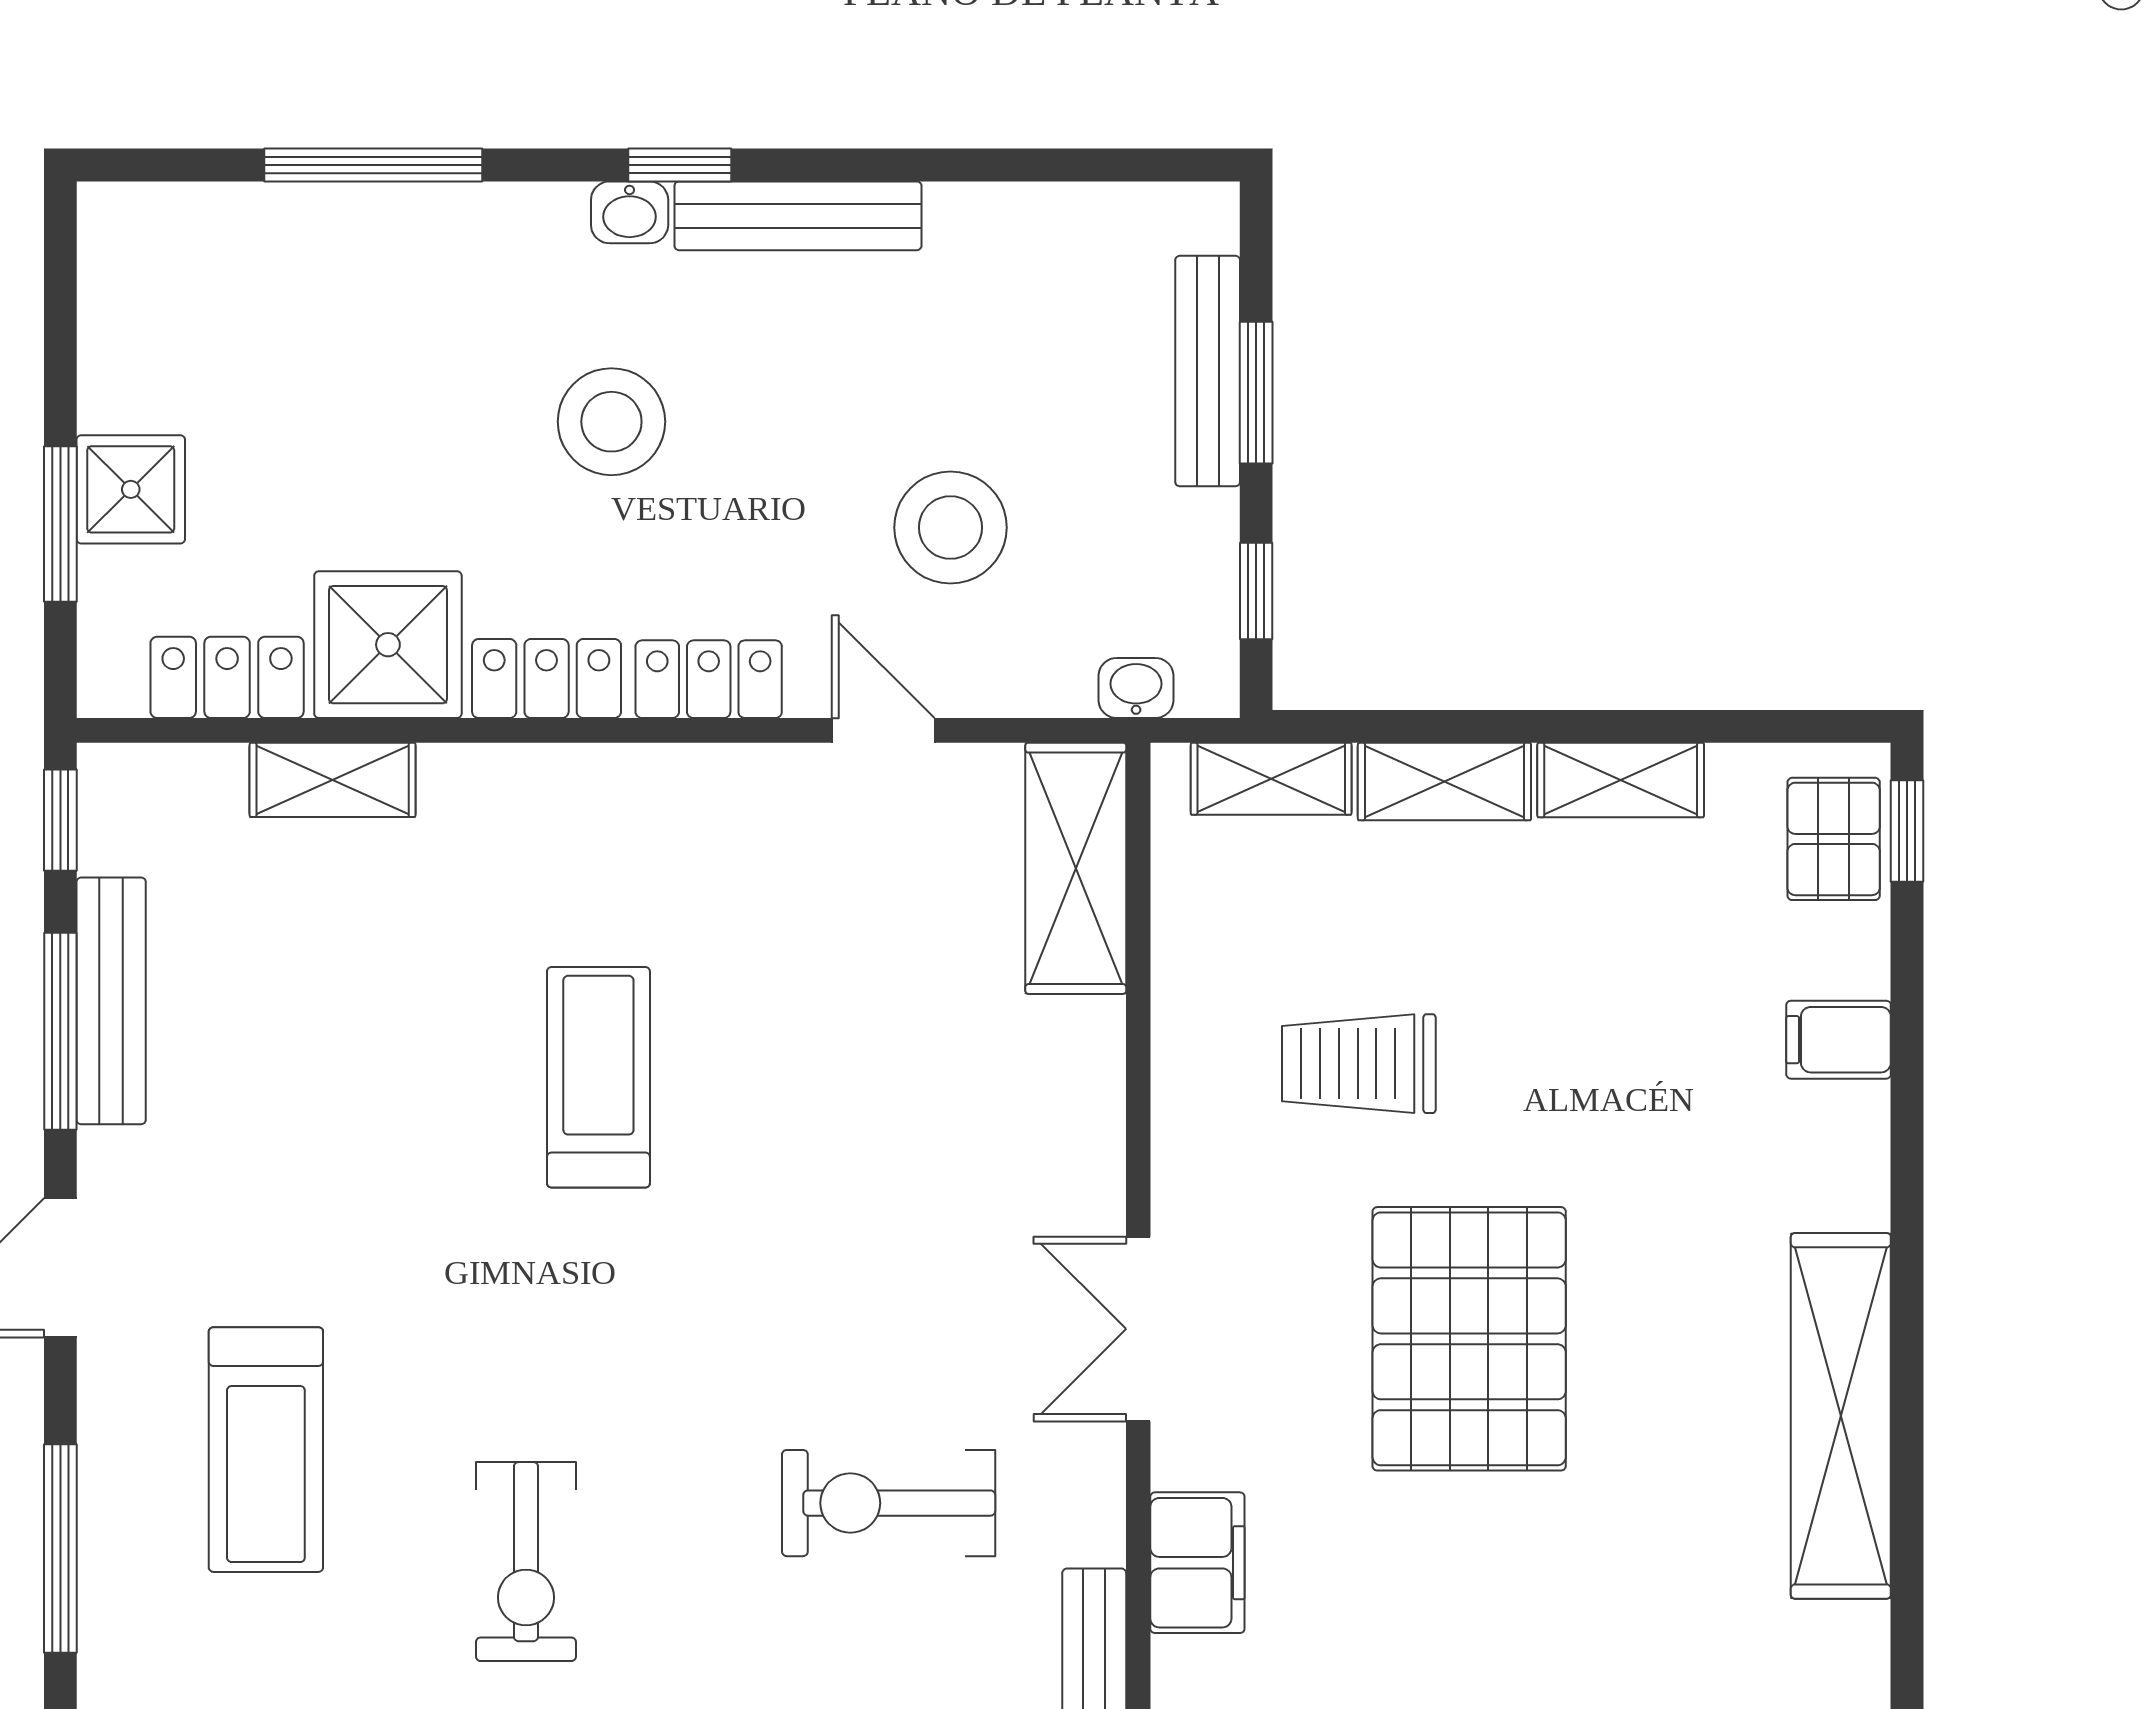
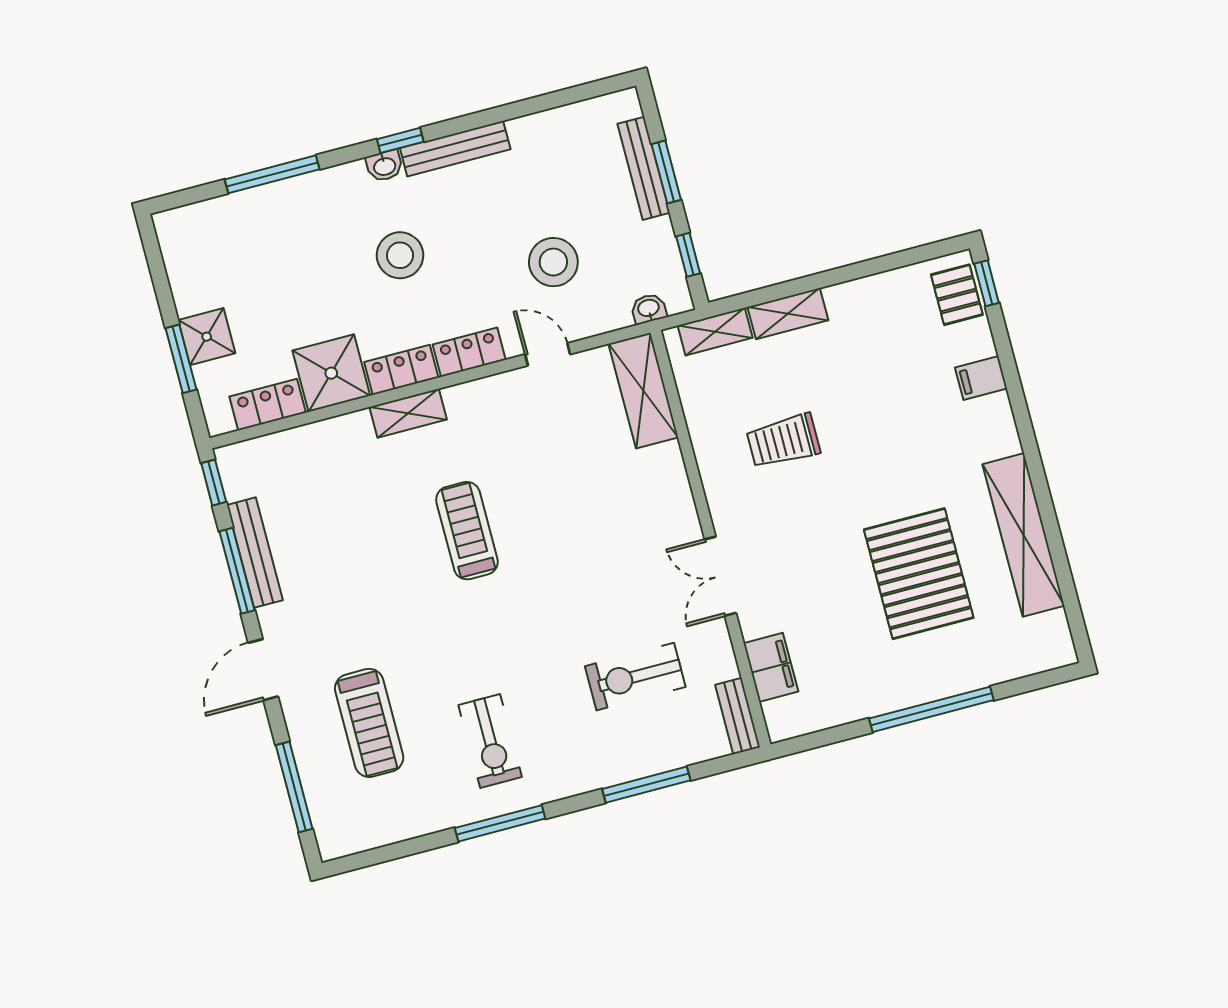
shelving: (333, 780) -> (408, 413), moved
shelving: (1621, 780) -> (861, 294), removed
pallet: (1469, 1339) -> (919, 574), moved

